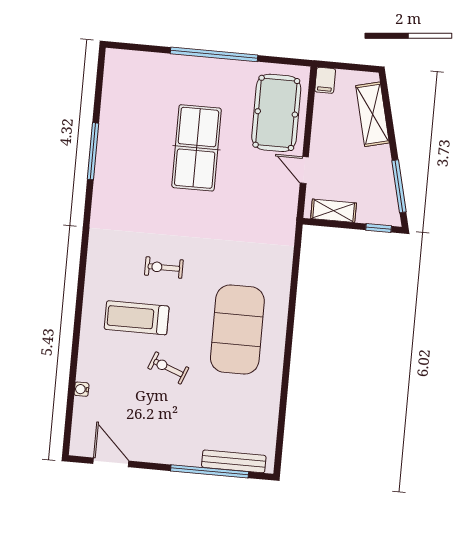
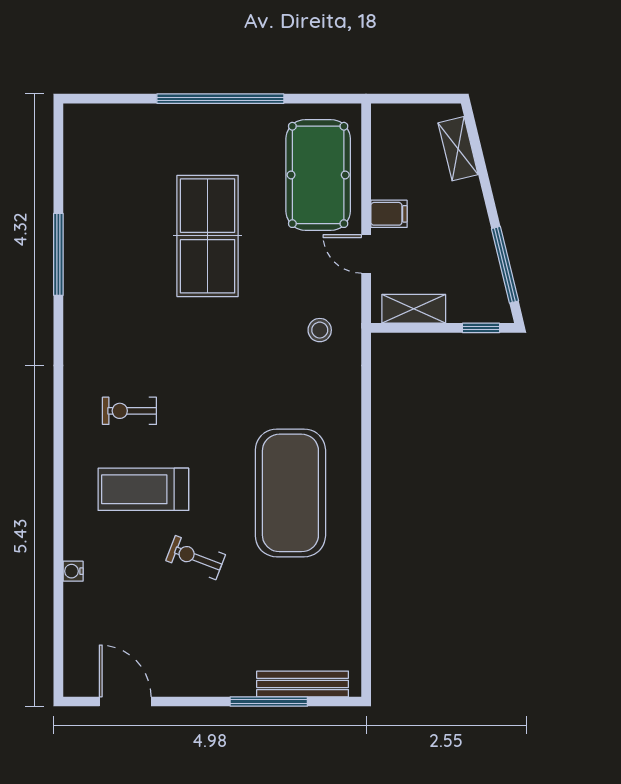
filing cabinet: (325, 80) -> (389, 214), moved, turned -90
shelving: (372, 114) -> (458, 149), width x0.67, depth x0.75
stool: (268, 219) -> (320, 330), added
exercise bike: (164, 267) -> (129, 411), moved
water cooler: (82, 389) -> (73, 571), moved
window: (210, 471) -> (269, 702), width x0.68

